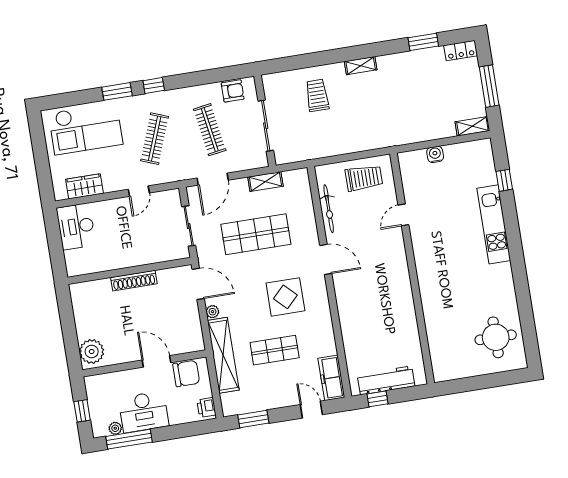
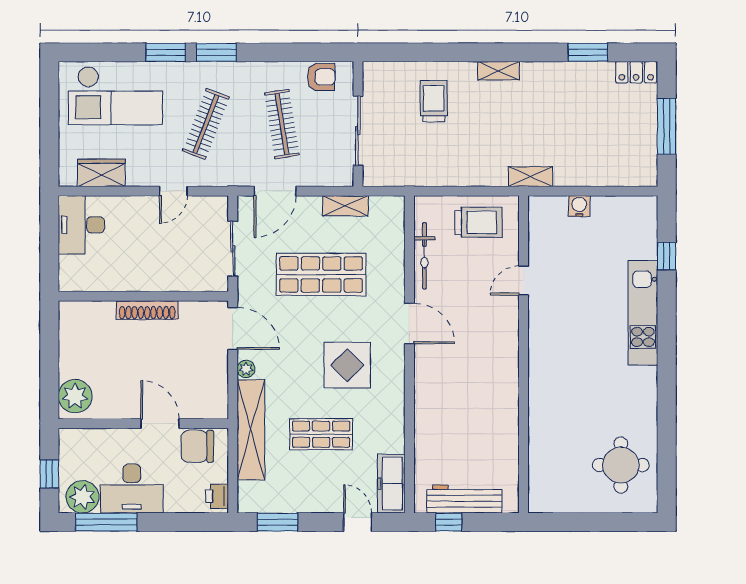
window: (154, 85) -> (216, 52), width x1.50
shelving: (472, 126) -> (530, 177), moved
chair: (186, 373) -> (197, 446), turned 180
plant: (115, 428) -> (82, 497), width x1.87, depth x1.87

